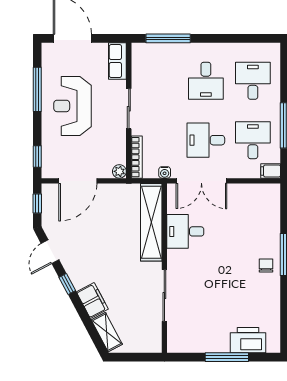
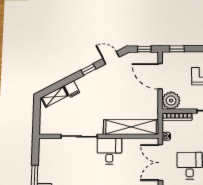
plant: (119, 171) -> (171, 101), width x1.88, depth x1.88
desk: (185, 231) -> (109, 151), moved
filing cabinet: (92, 301) -> (72, 89), width x0.50

